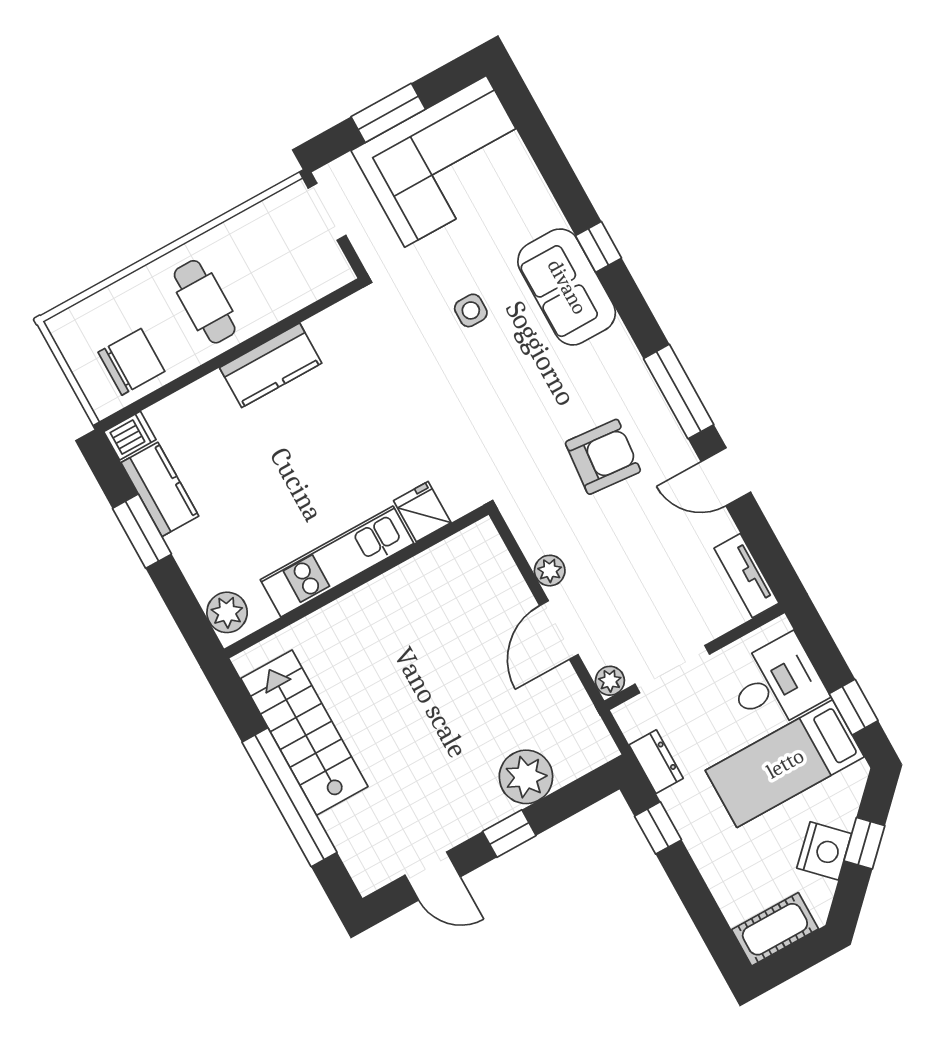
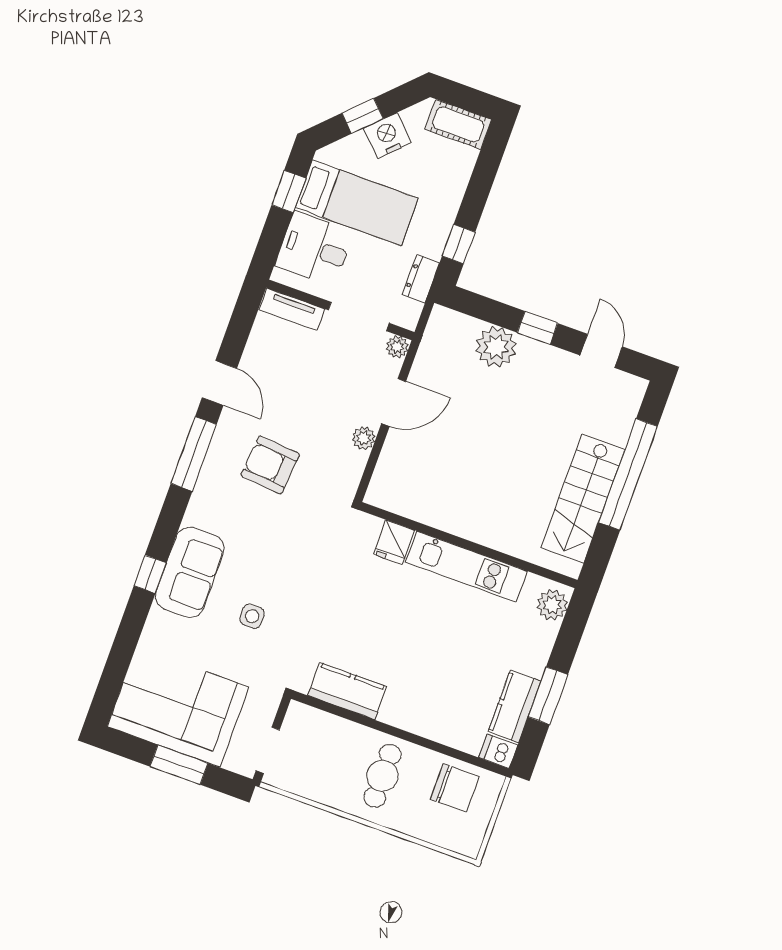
chair: (131, 362) -> (455, 788), turned 180
kitchen counter: (271, 365) -> (347, 691), moved
tv unit: (746, 576) -> (292, 309), moved, turned 90

